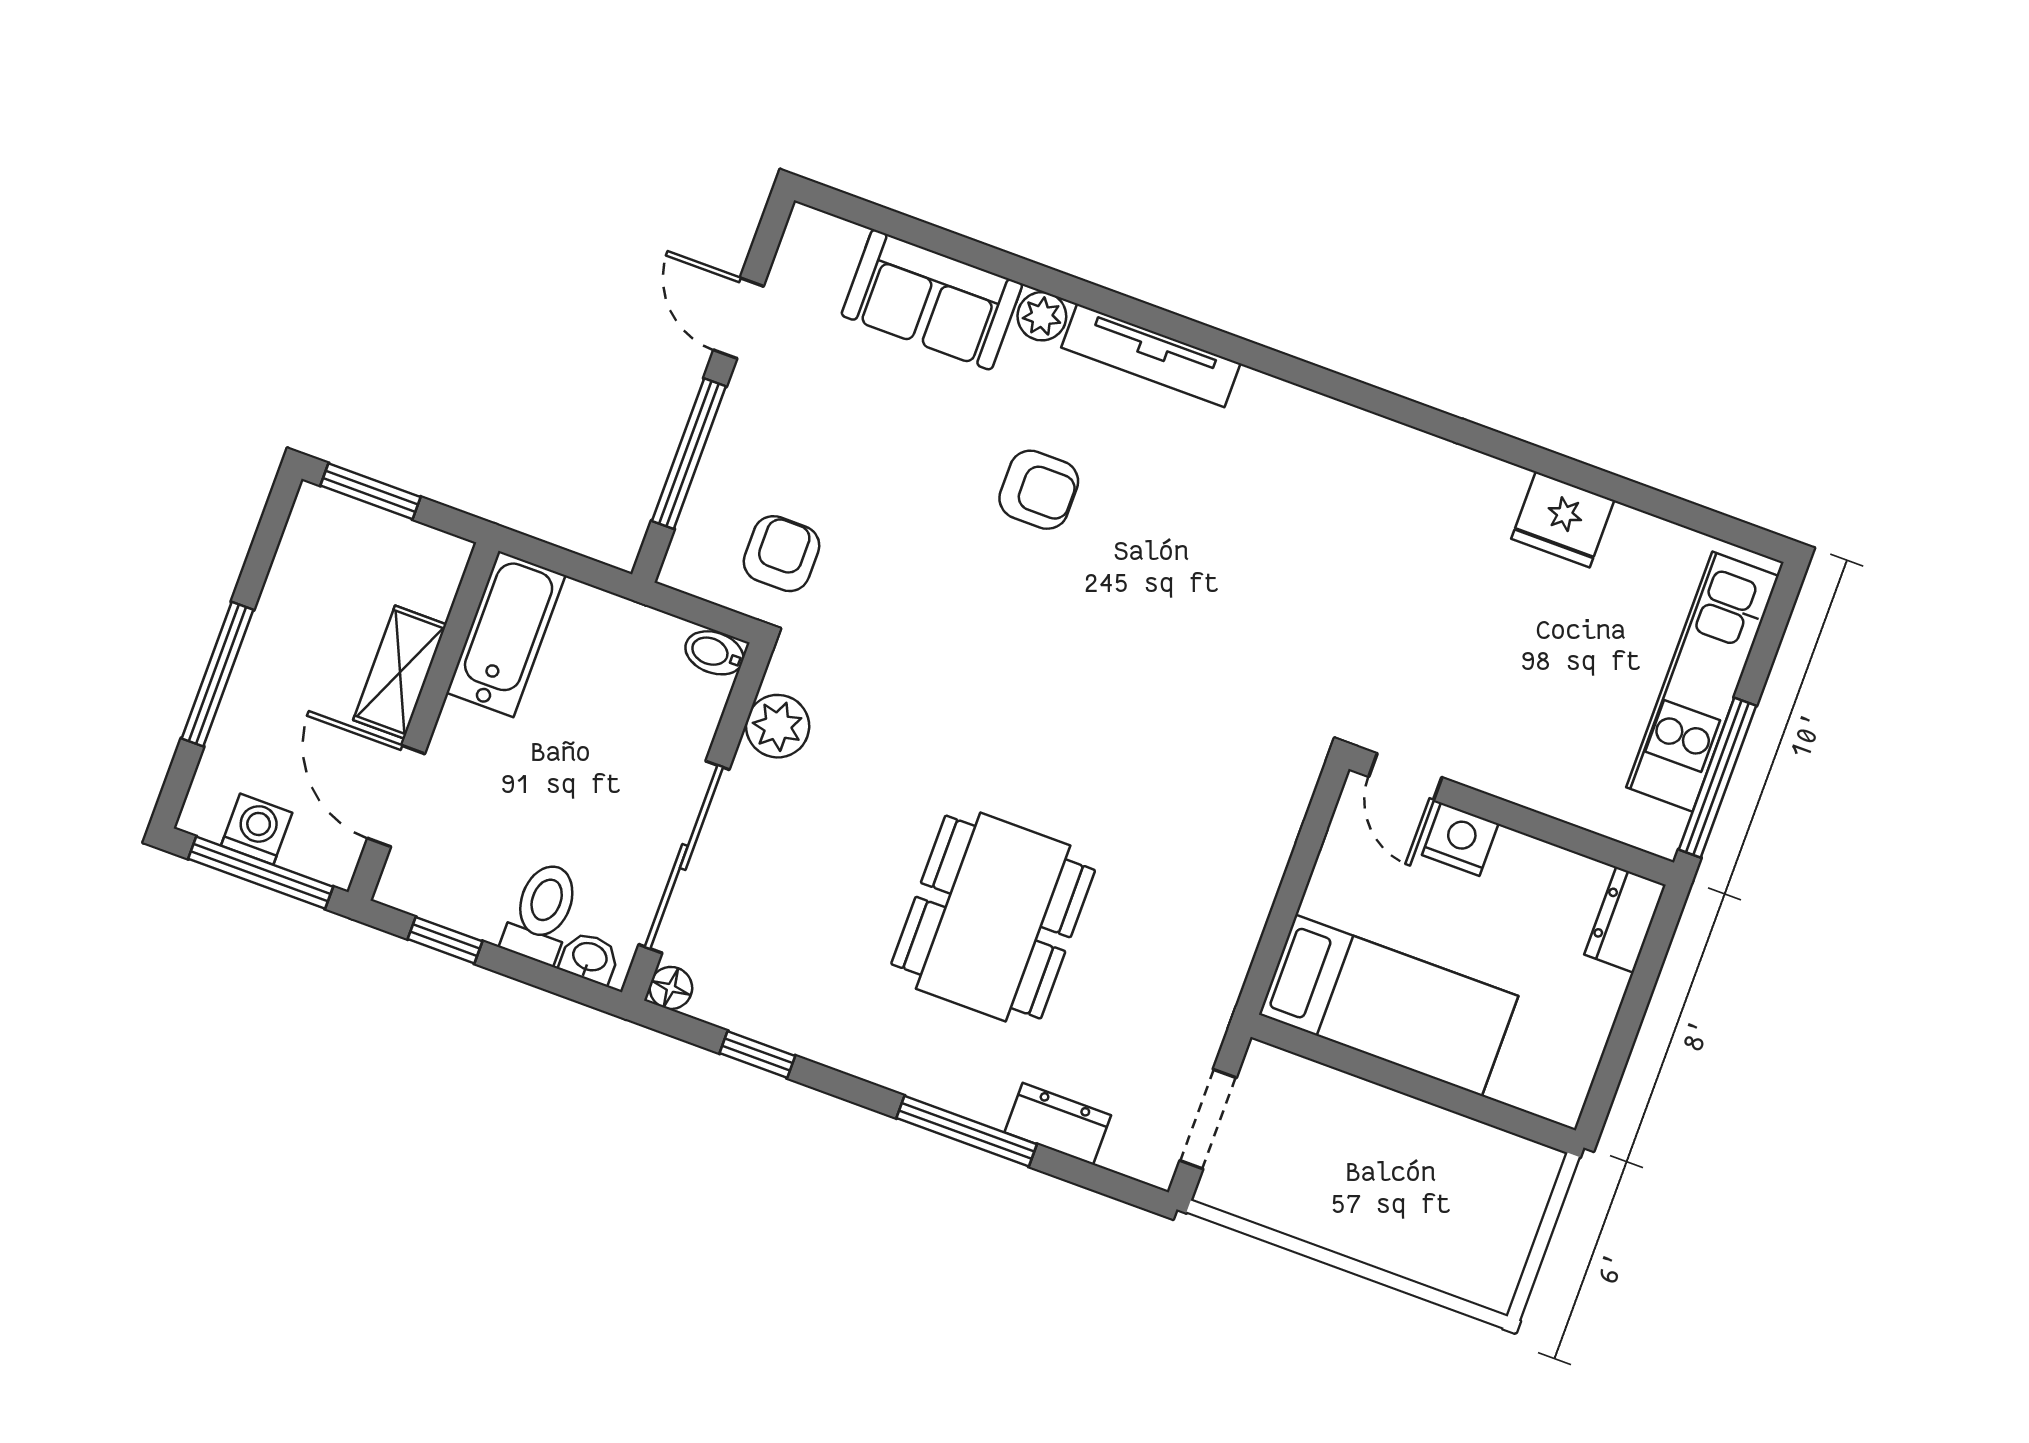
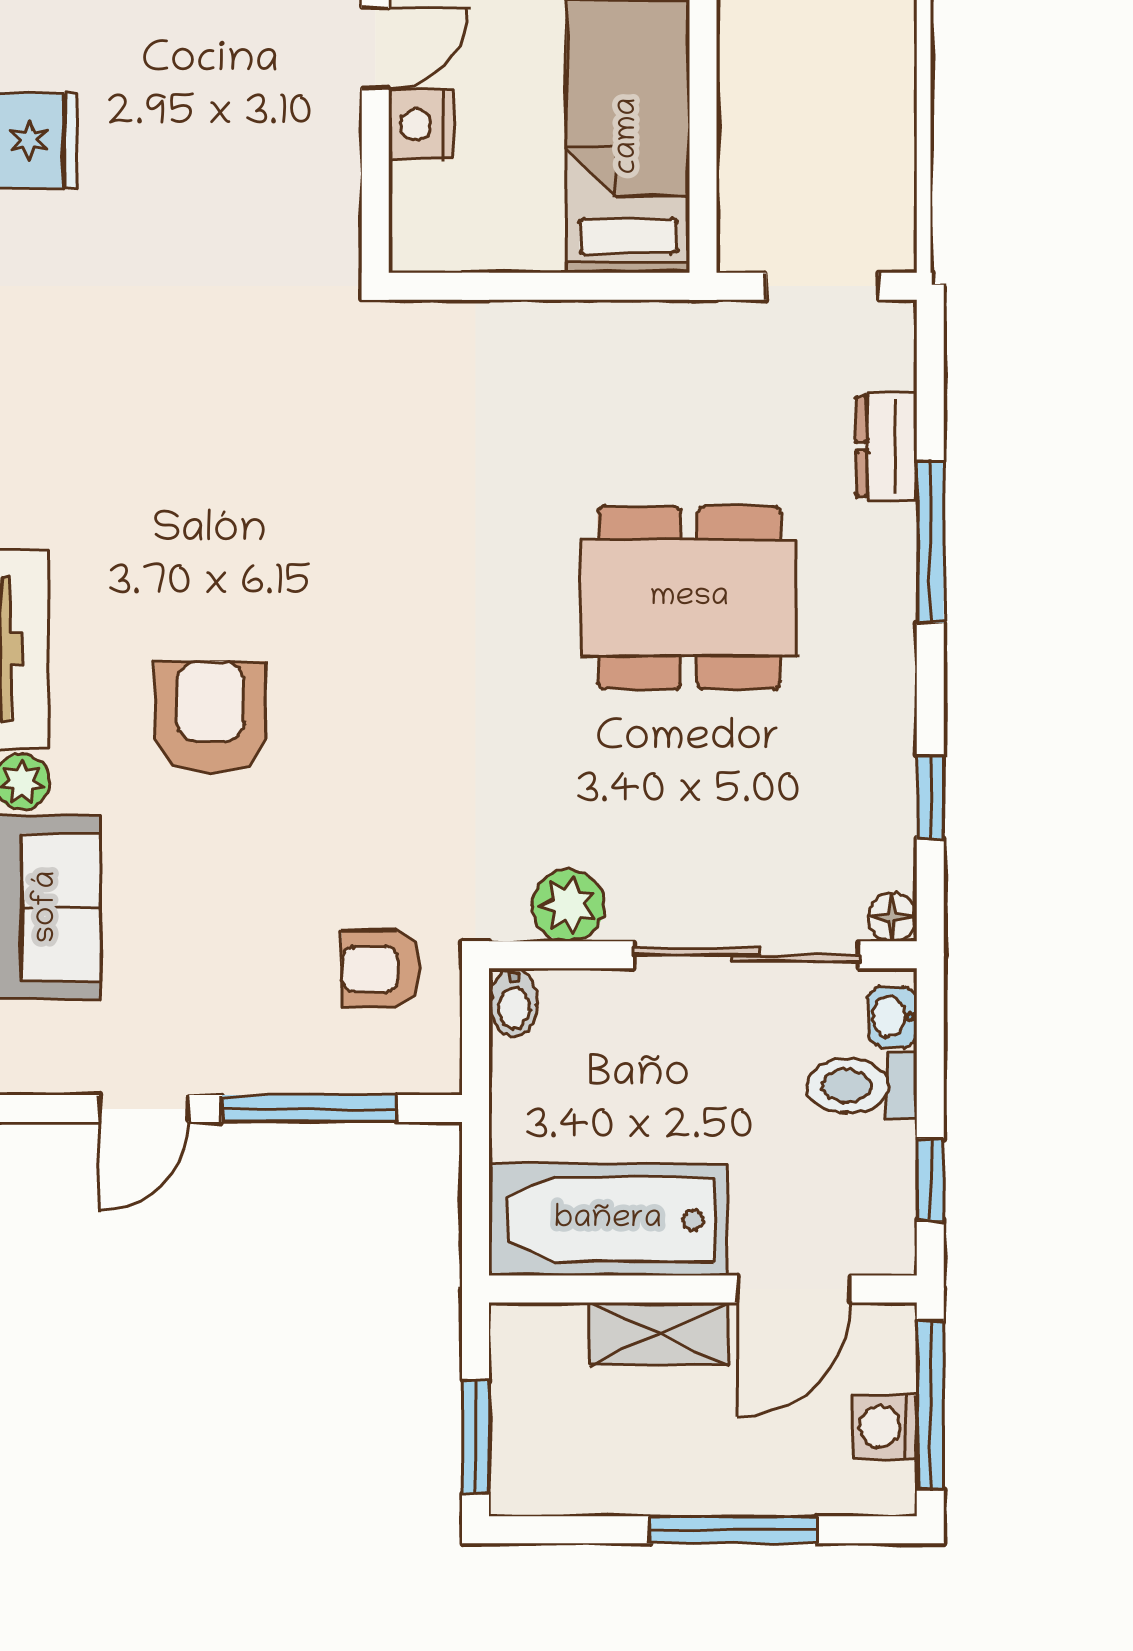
armchair: (1039, 490) -> (210, 717), width x1.38, depth x1.38
bathtub: (506, 634) -> (608, 1220), width x1.36, depth x1.36
door: (1405, 777) -> (375, 48), moved

